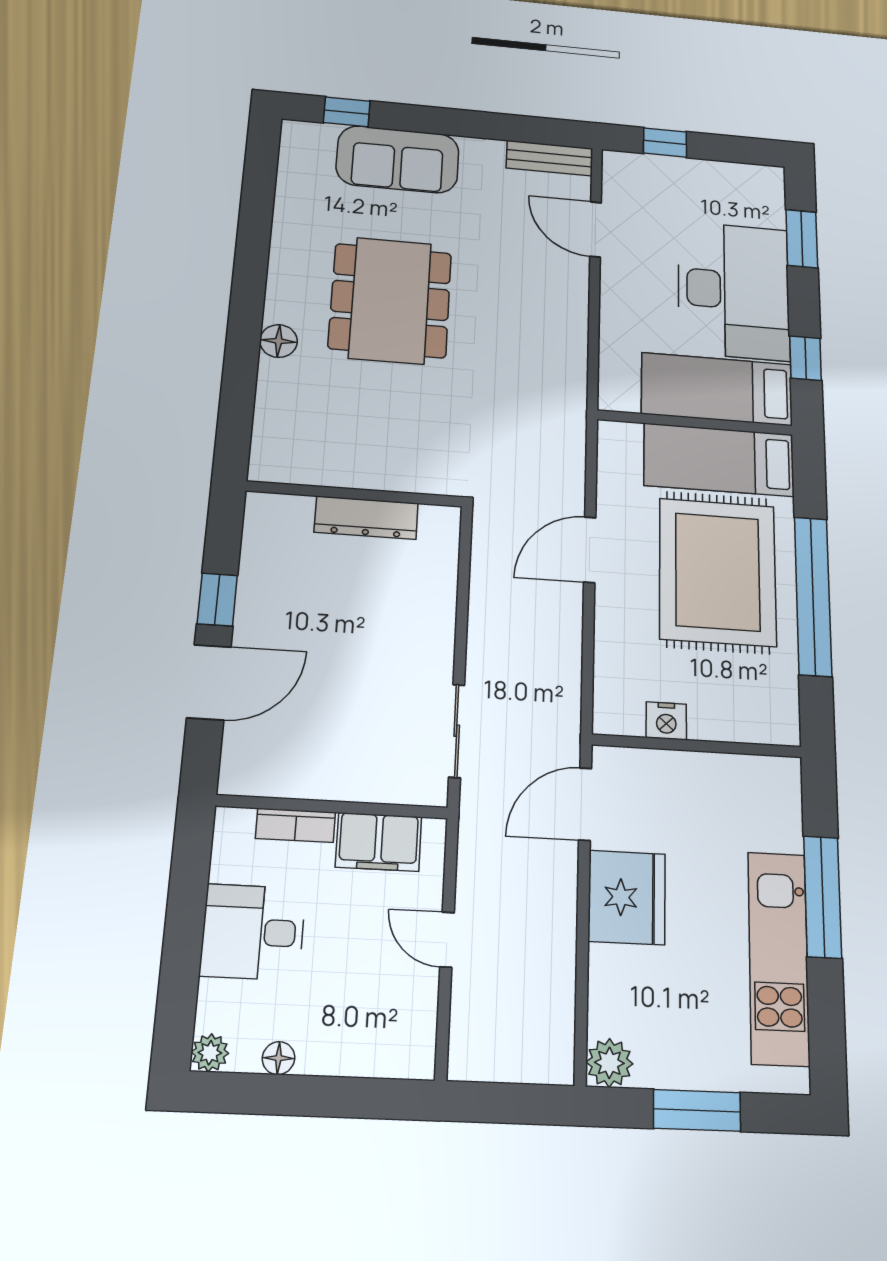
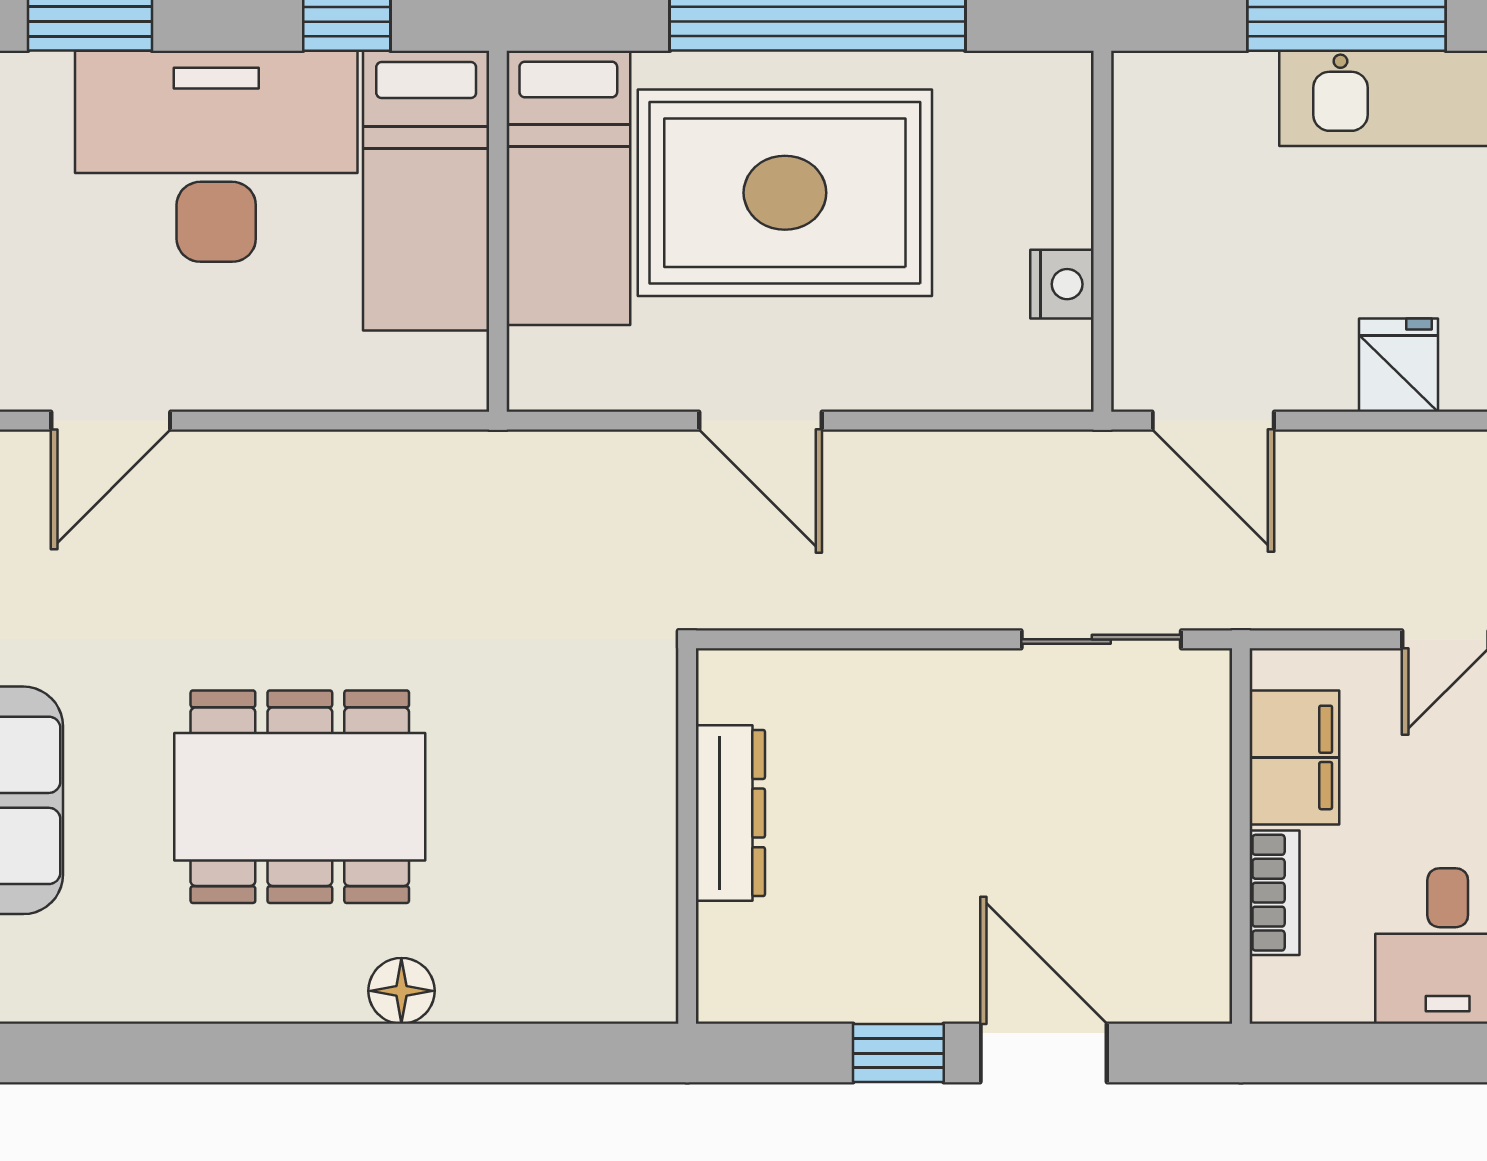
fridge: (627, 897) -> (1399, 365), width x0.53, depth x0.75

